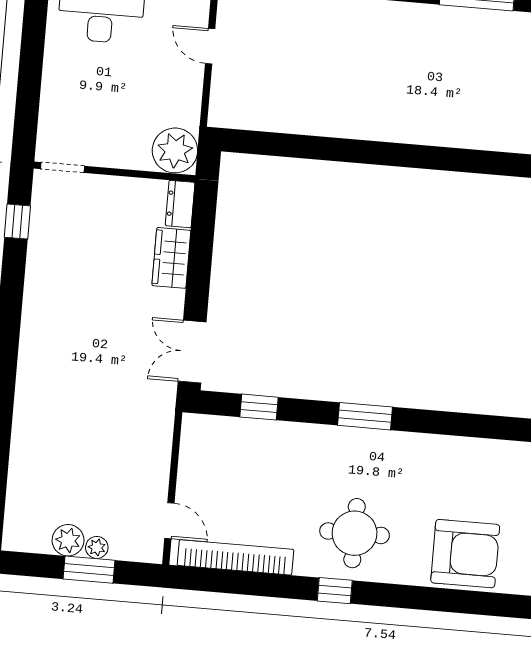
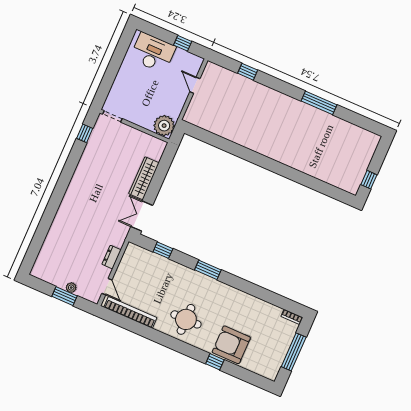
dresser: (180, 204) -> (112, 257), moved
wardrobe: (171, 258) -> (144, 178), width x1.50
plant: (68, 540) -> (60, 280), removed
armchair: (465, 554) -> (231, 345), turned 180
window: (335, 591) -> (215, 362), moved

